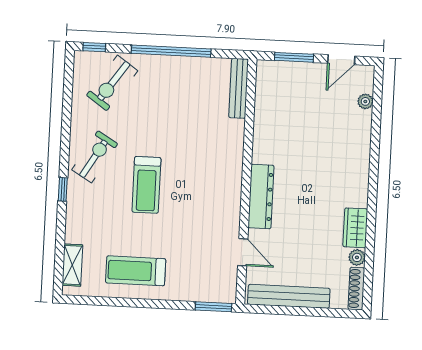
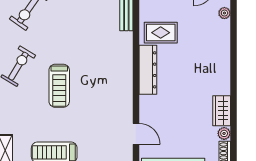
rug: (281, 123) -> (161, 33), added
dresser: (261, 197) -> (148, 70), moved

